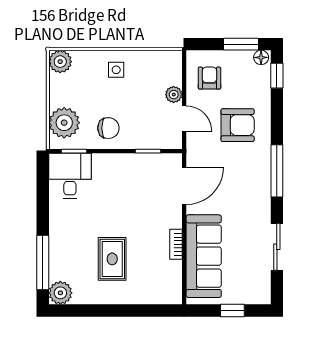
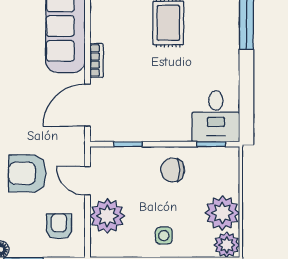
armchair: (209, 78) -> (59, 226), turned 180
plant: (174, 95) -> (107, 216), width x1.87, depth x1.87
plant: (64, 123) -> (222, 213), moved
bookcase: (176, 244) -> (97, 61), moved

